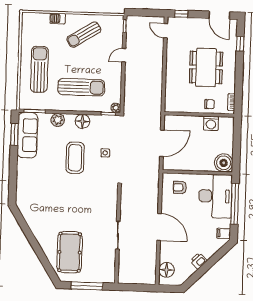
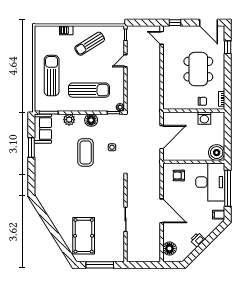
window: (14, 134) -> (31, 148), moved
sofa: (27, 135) -> (43, 129), width x0.73

